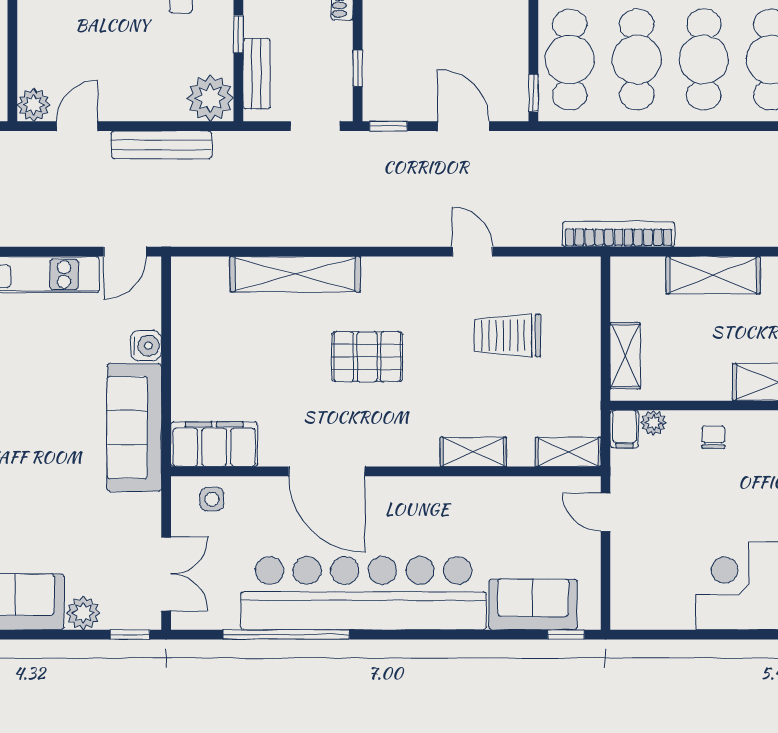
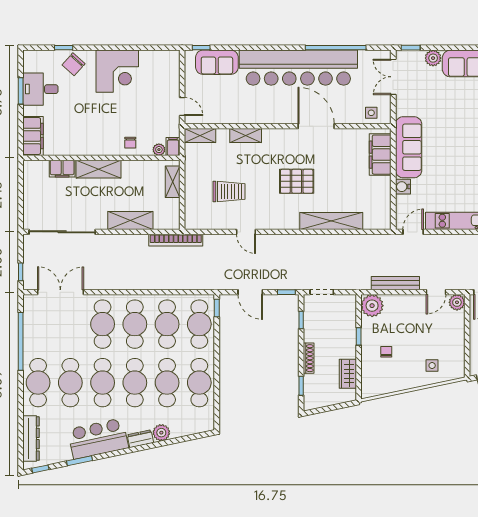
bench: (257, 74) -> (350, 317), removed
filing cabinet: (214, 444) -> (380, 155), moved, turned 90

